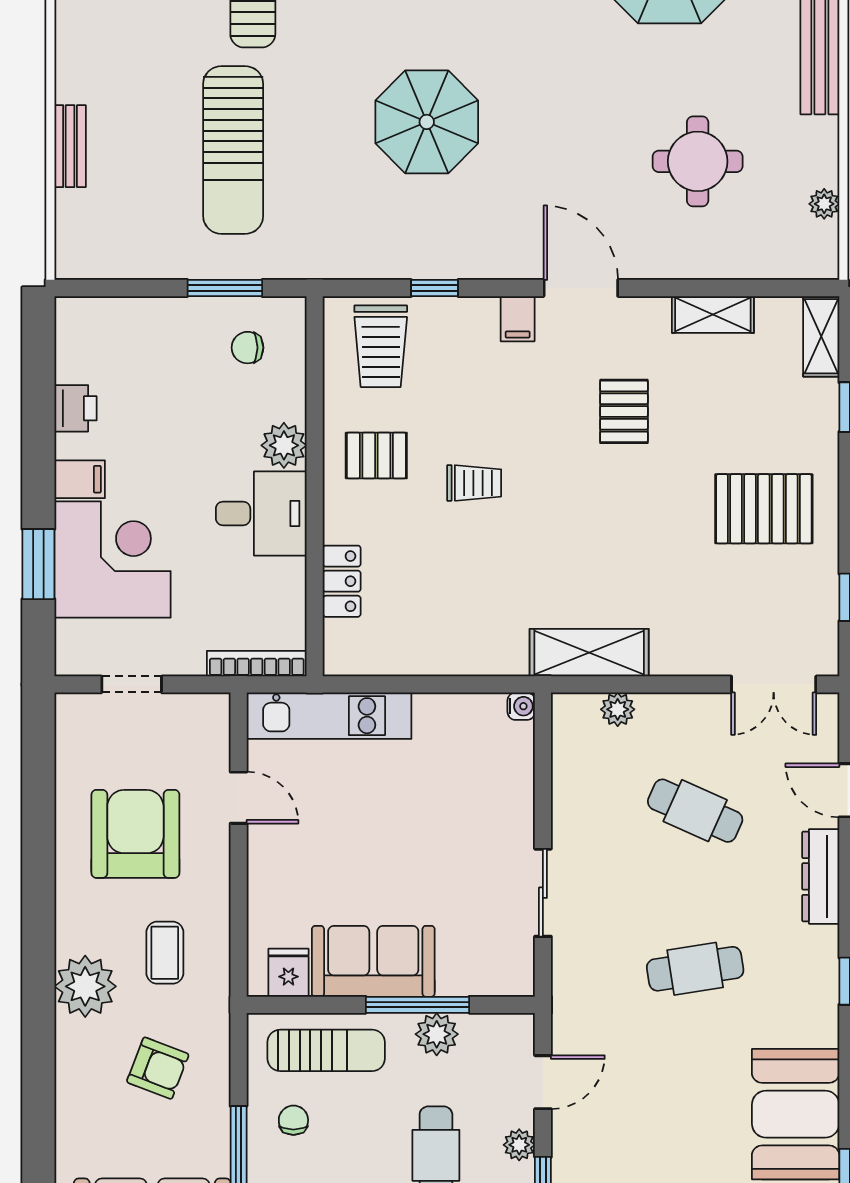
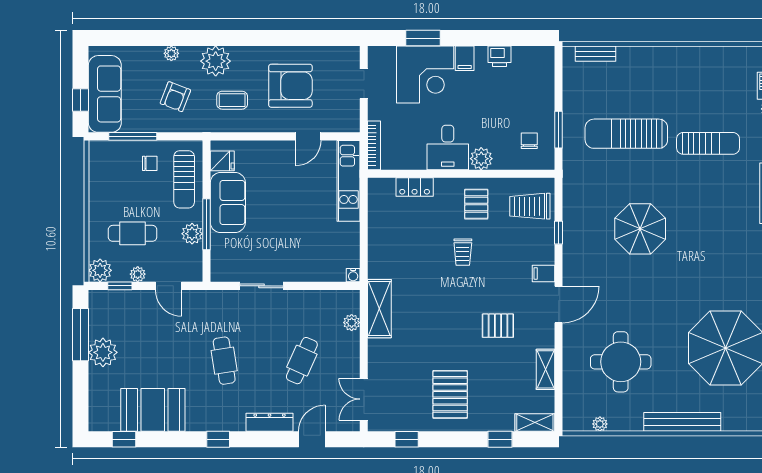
bench: (70, 146) -> (596, 54), moved
round table: (698, 161) -> (621, 362), width x1.36, depth x1.36
plant: (70, 1076) -> (171, 53), added

